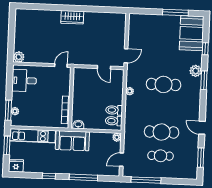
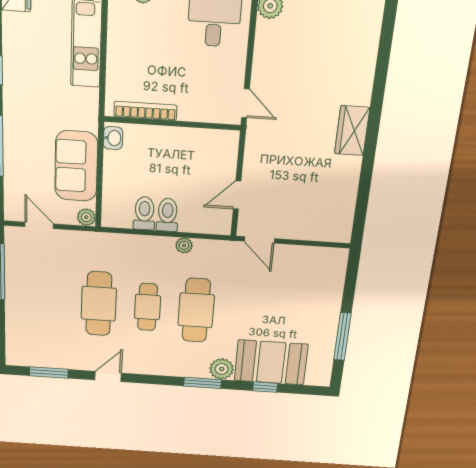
booth: (192, 33) -> (271, 362), moved
toilet: (114, 121) -> (167, 215), moved
sofa: (72, 141) -> (76, 166), moved
cafe table: (161, 156) -> (147, 307), moved

